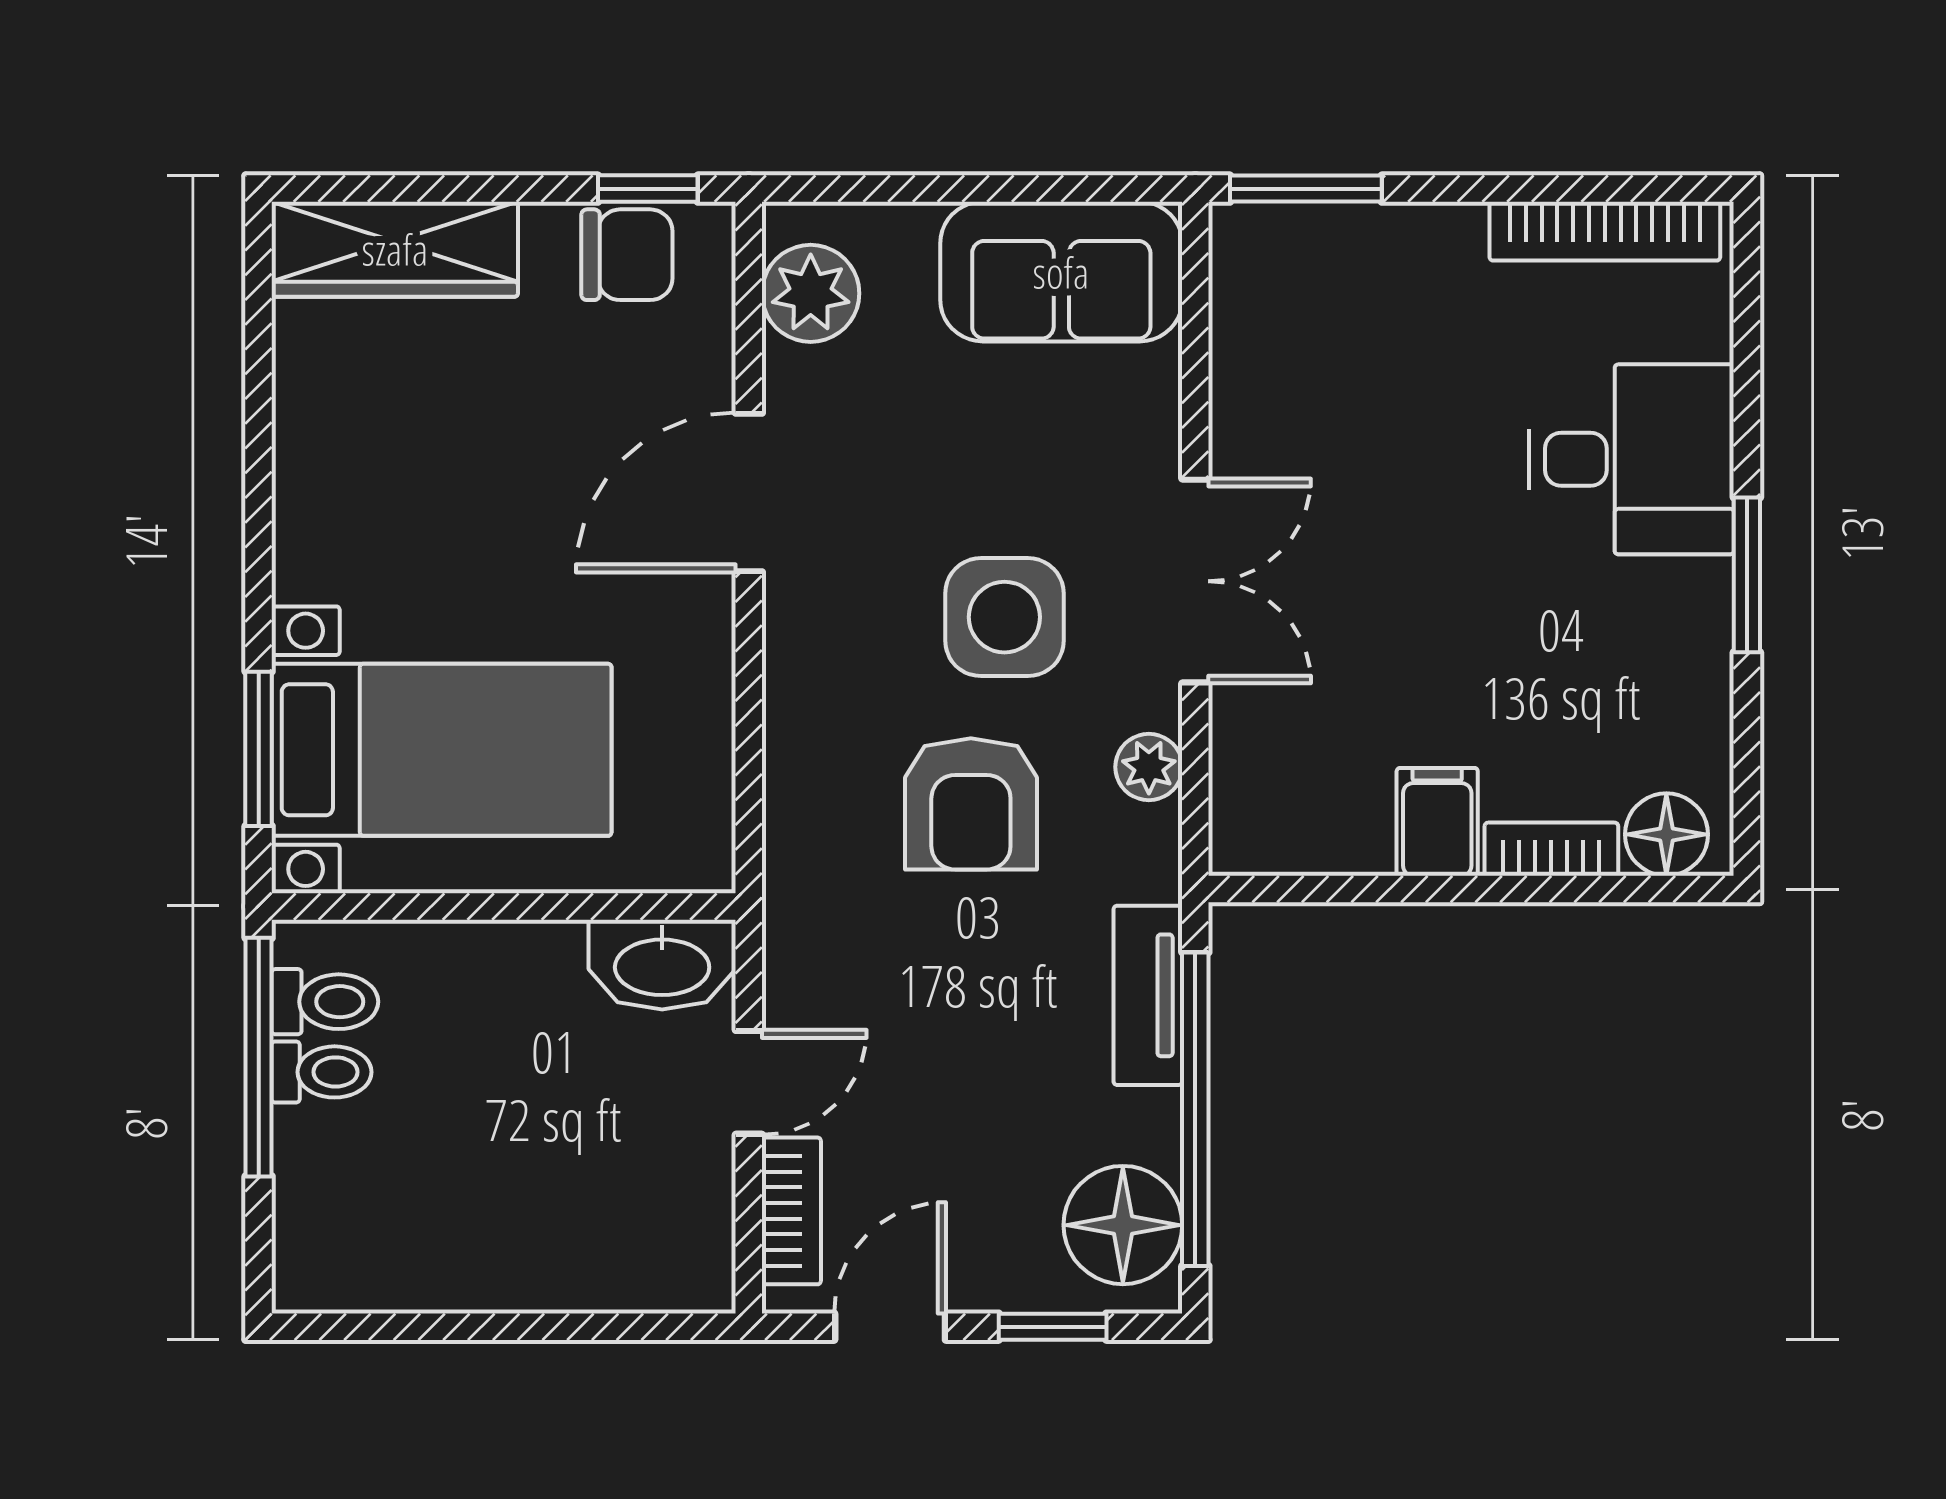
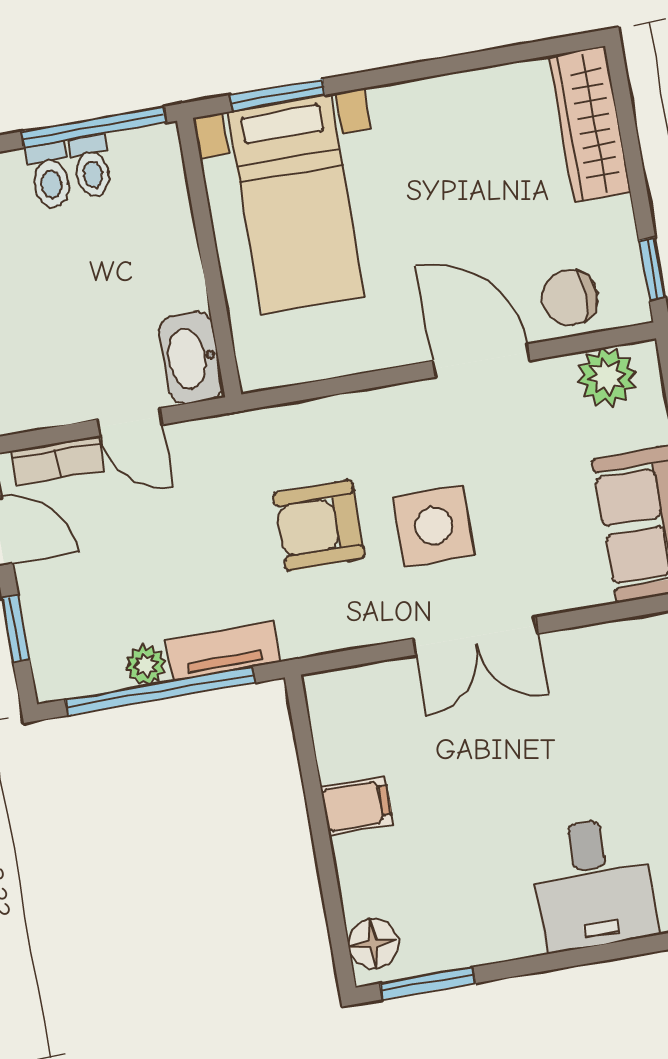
chair: (627, 255) -> (570, 297), moved, turned 90
window: (1747, 575) -> (428, 983), moved
plant: (1149, 767) -> (146, 665), moved
bookcase: (1551, 849) -> (352, 876), removed
toilet: (325, 1002) -> (50, 175), moved
floor lamp: (1123, 1225) -> (84, 660), removed

